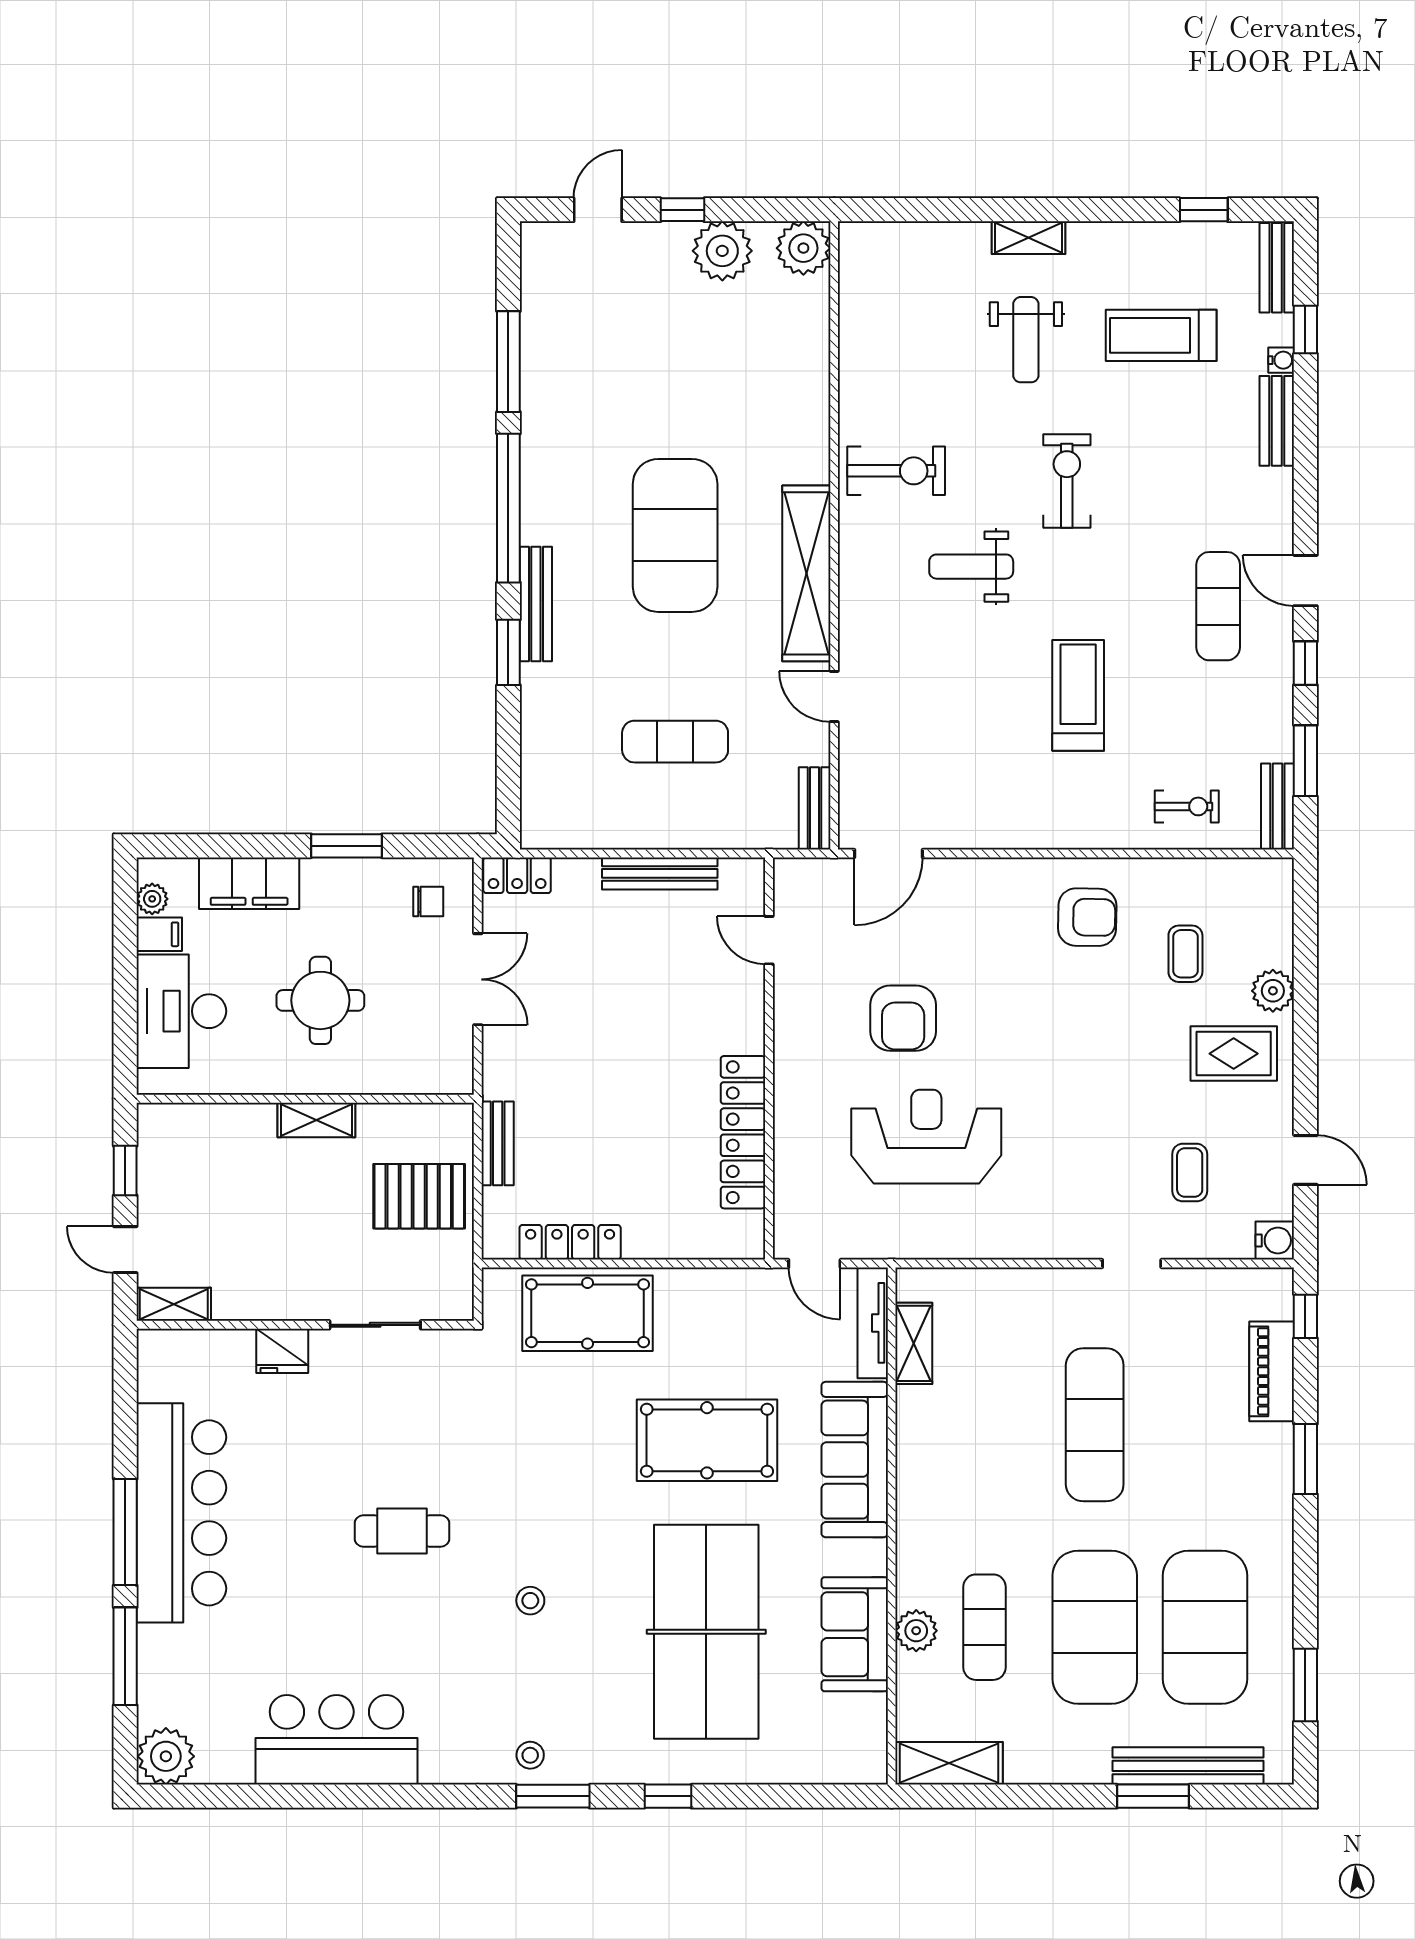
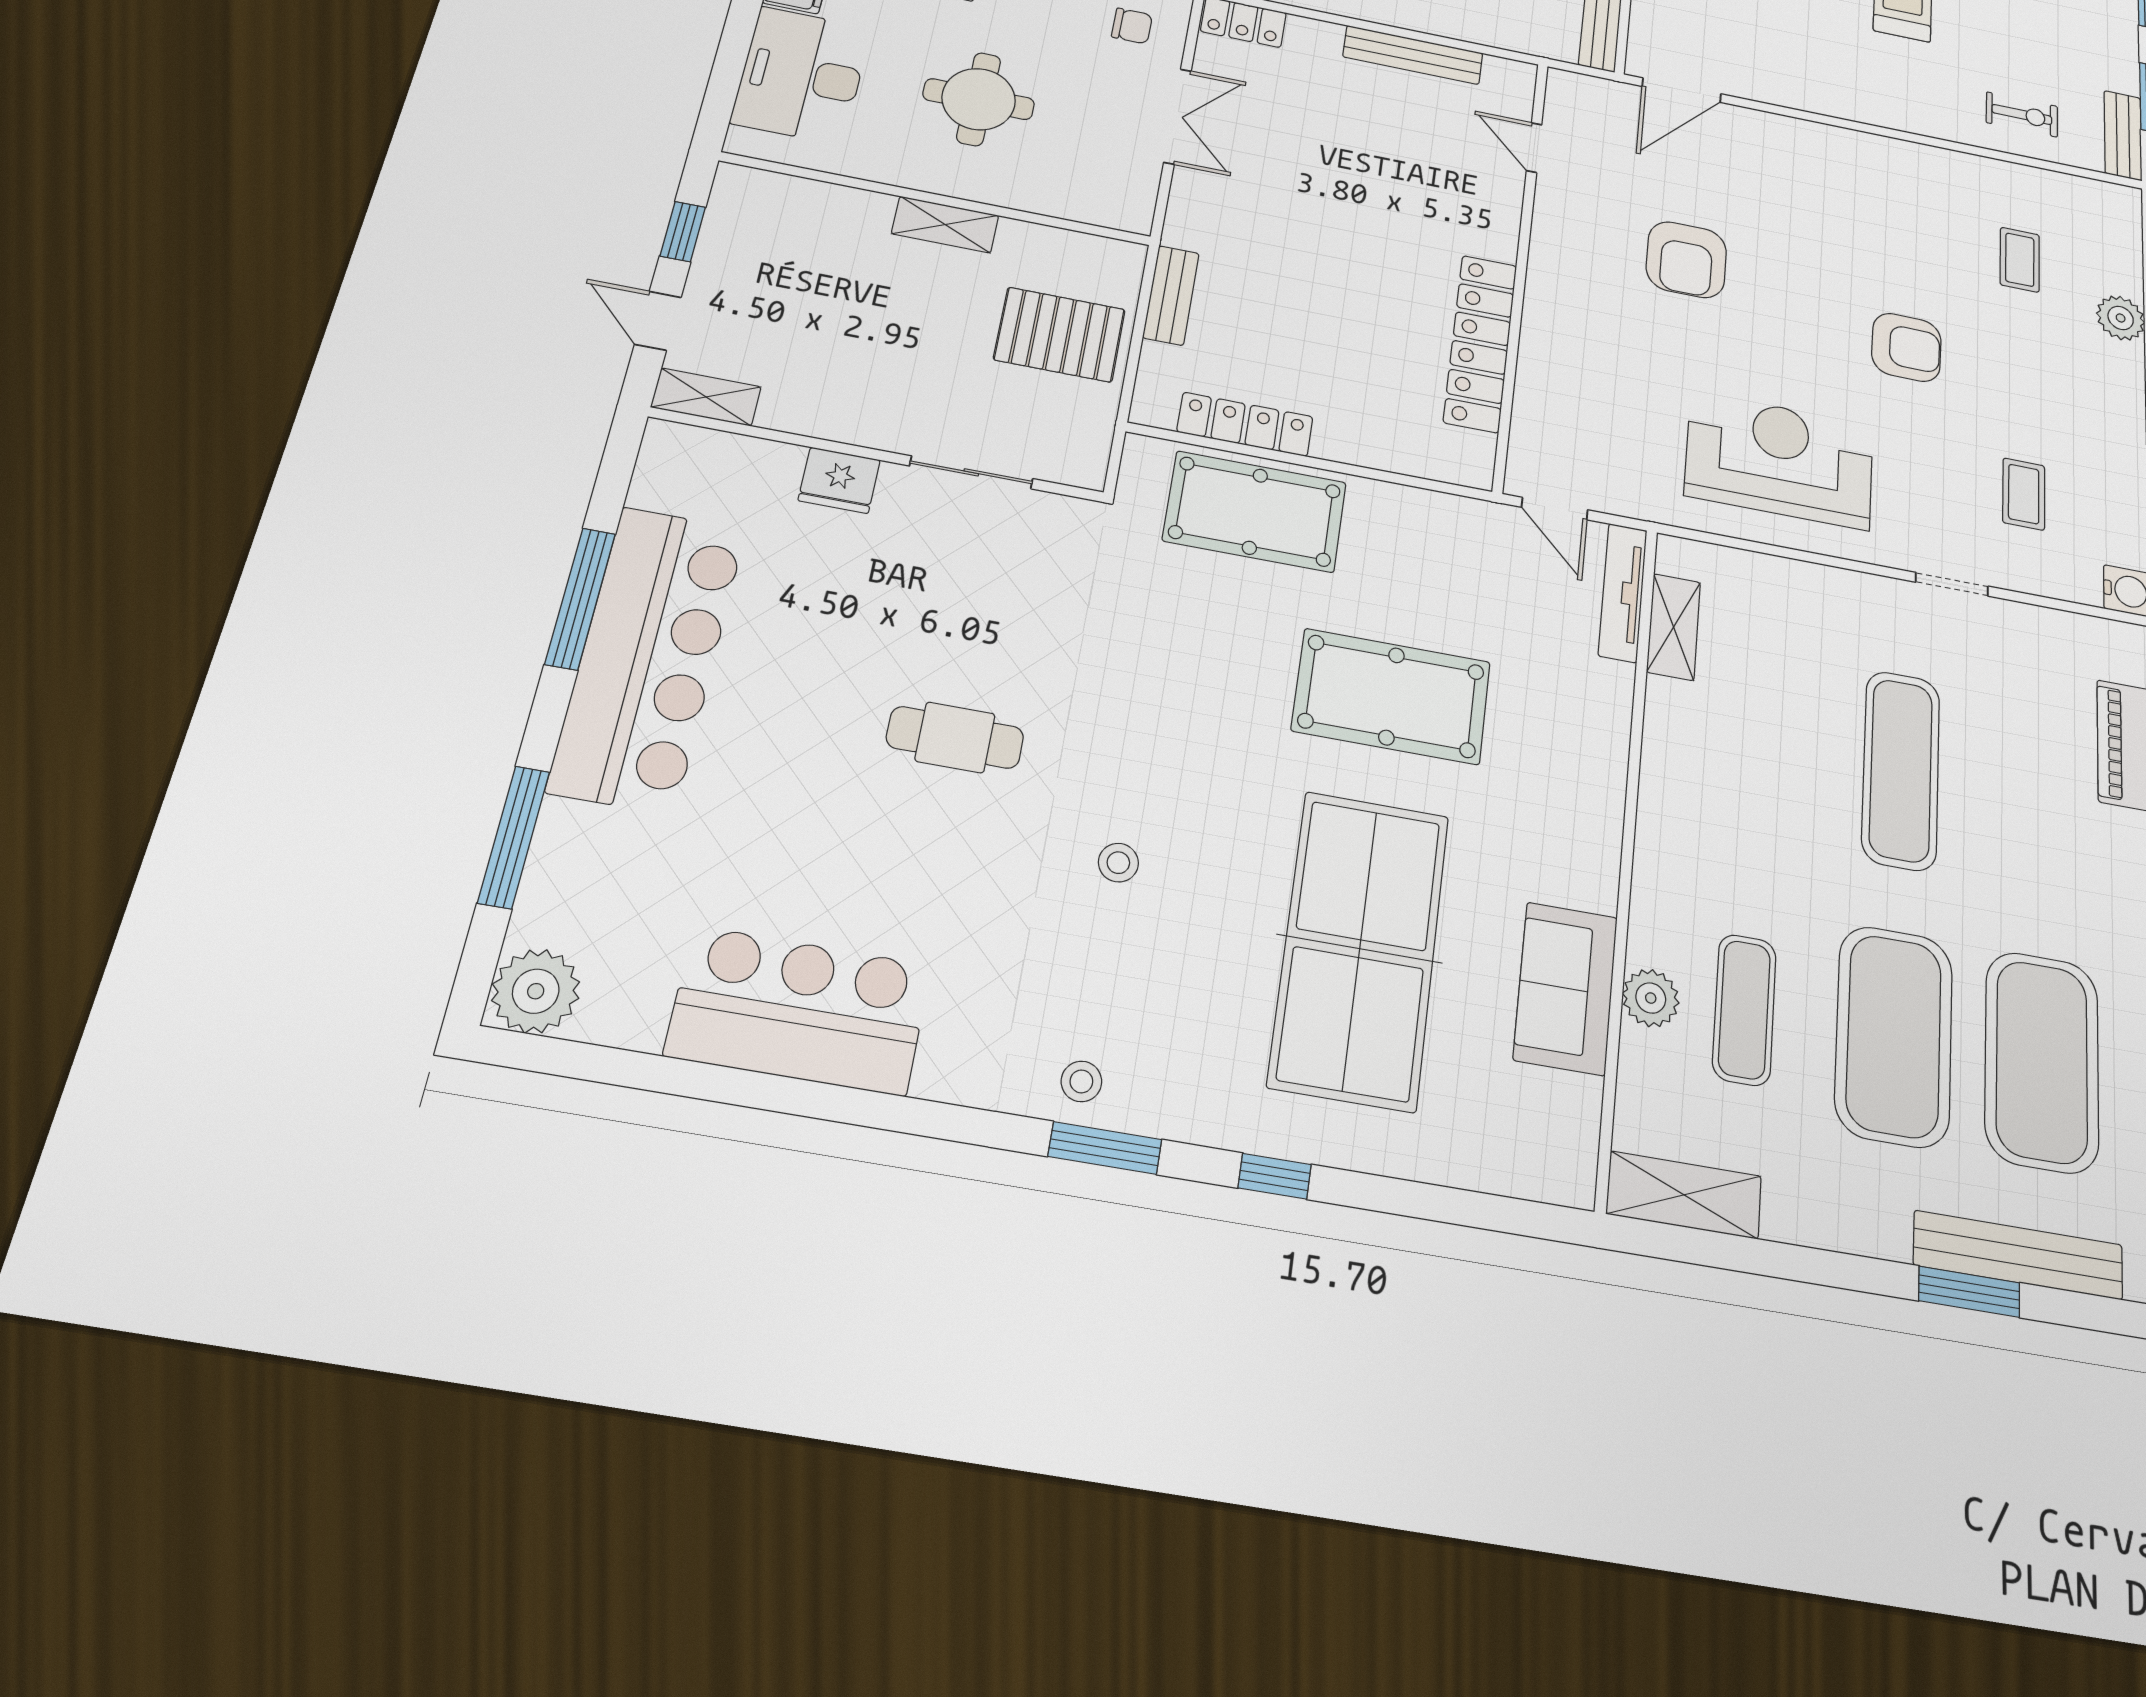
armchair: (1087, 917) -> (1906, 347), moved
rug: (1234, 1054) -> (2076, 375), removed
reception desk: (926, 1137) -> (1779, 460), moved
sofa: (855, 1460) -> (1585, 756), removed
window: (125, 1532) -> (580, 599), moved

